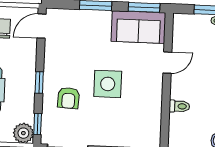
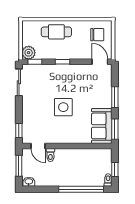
door: (167, 63) -> (38, 146), moved
armchair: (69, 98) -> (53, 82), removed

